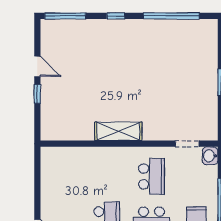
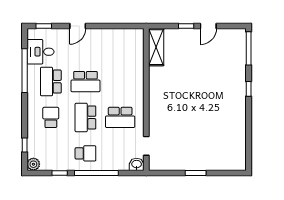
window: (171, 16) -> (249, 133), removed
shelving: (118, 131) -> (156, 47), moved

